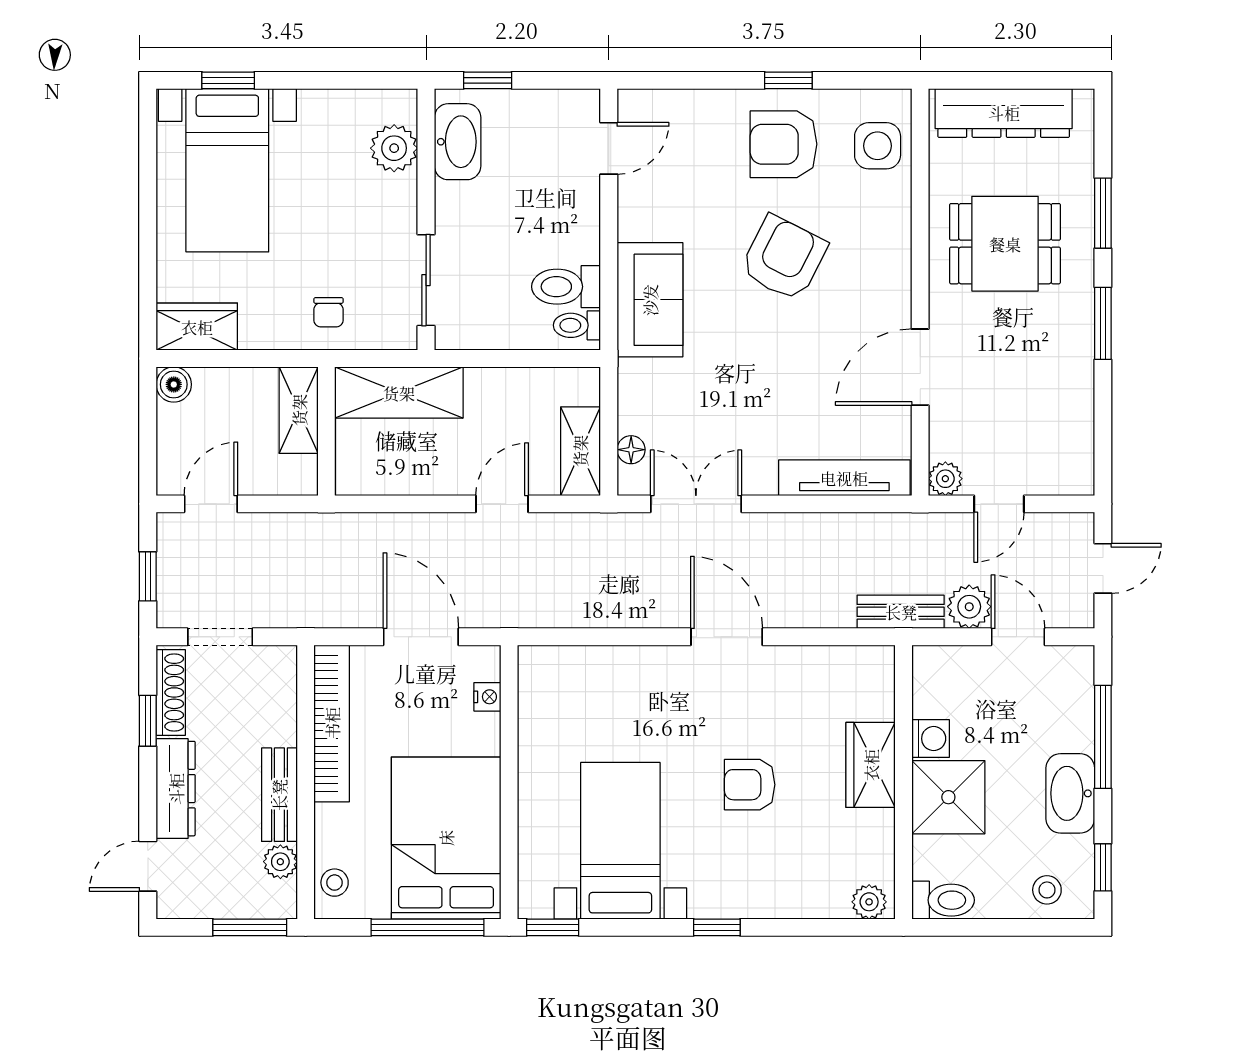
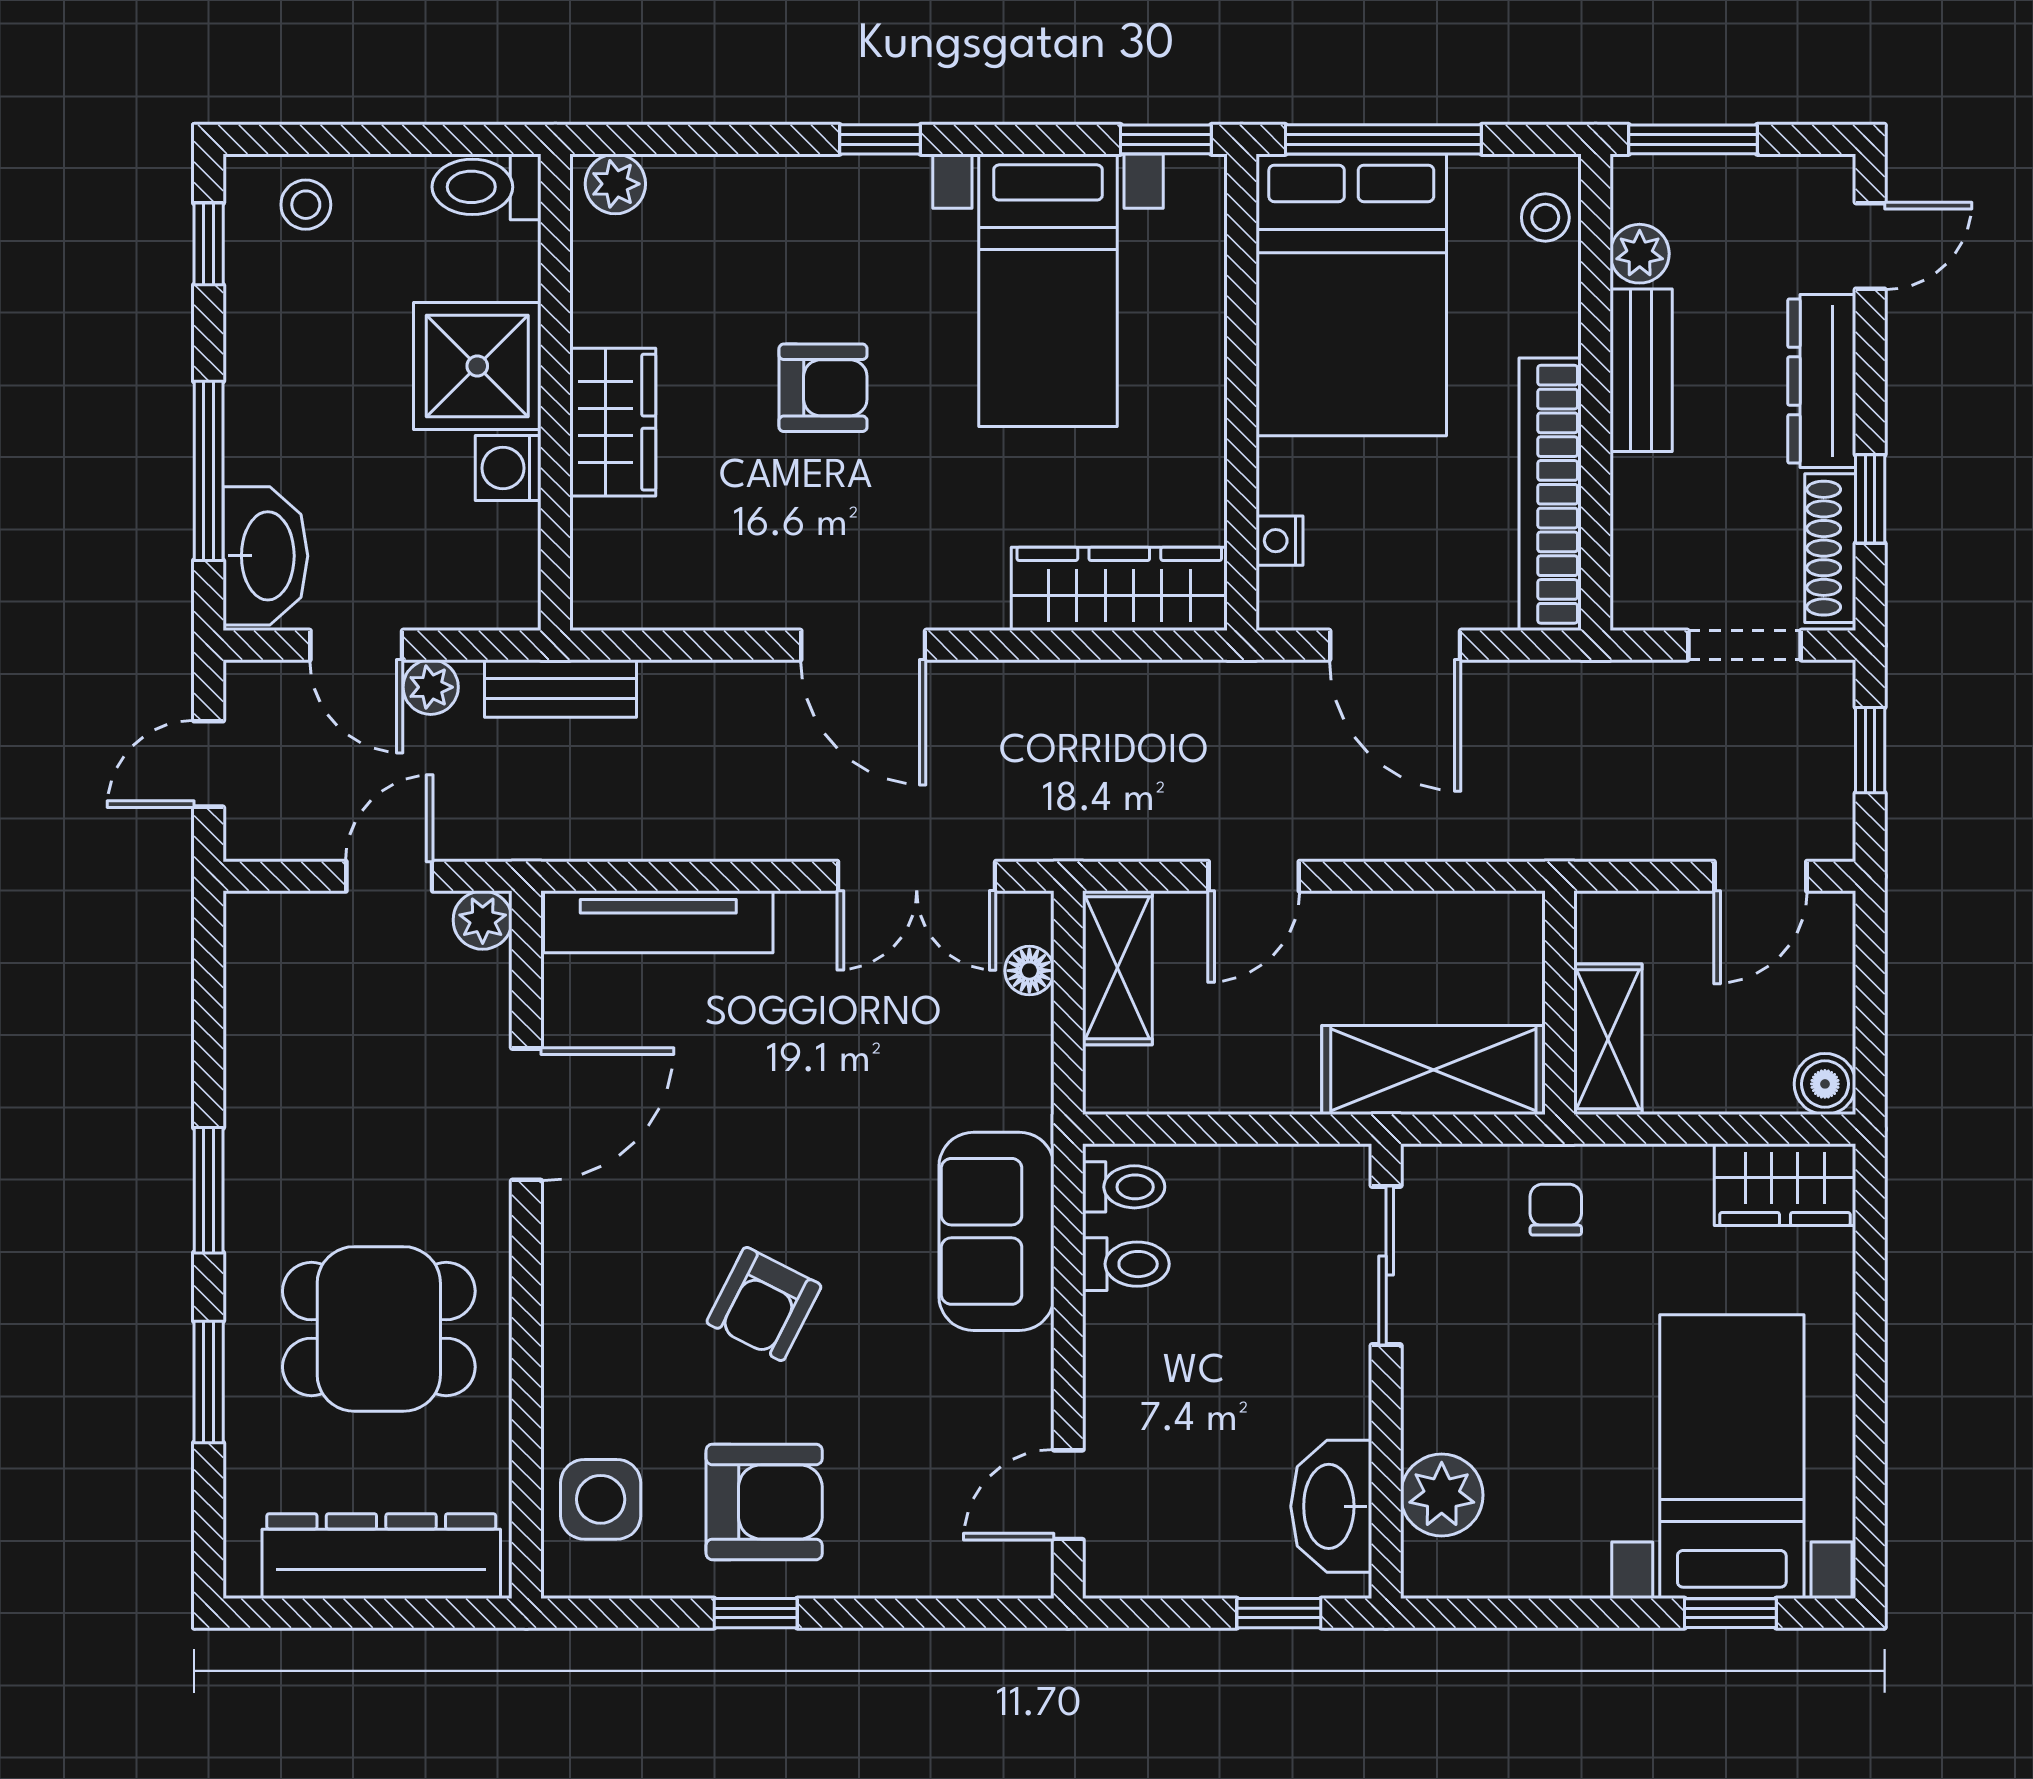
armchair: (784, 258) -> (764, 1304), width x0.72, depth x0.72
toilet: (566, 287) -> (1126, 1264), width x0.73, depth x0.72
plant: (969, 607) -> (431, 687), width x0.73, depth x0.73
wardrobe: (579, 669) -> (1119, 589), added
washbasin: (1070, 793) -> (265, 556), moved

